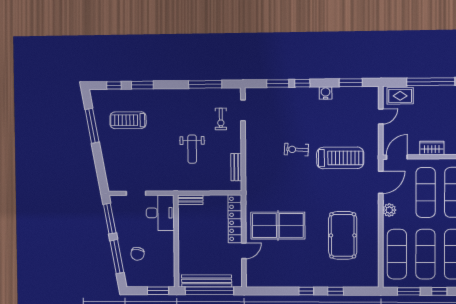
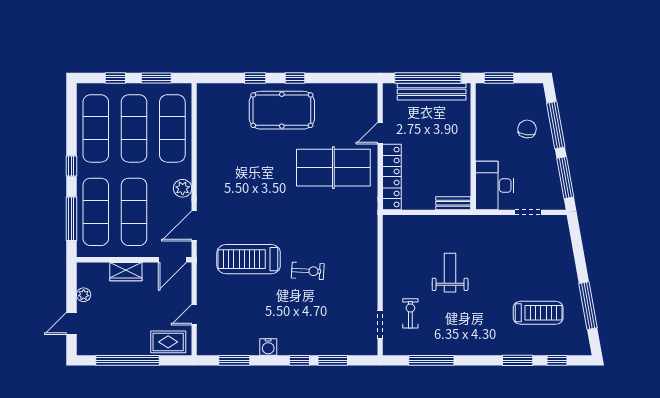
bench: (236, 167) -> (390, 248), removed
pool table: (343, 235) -> (282, 110), moved, turned 90

